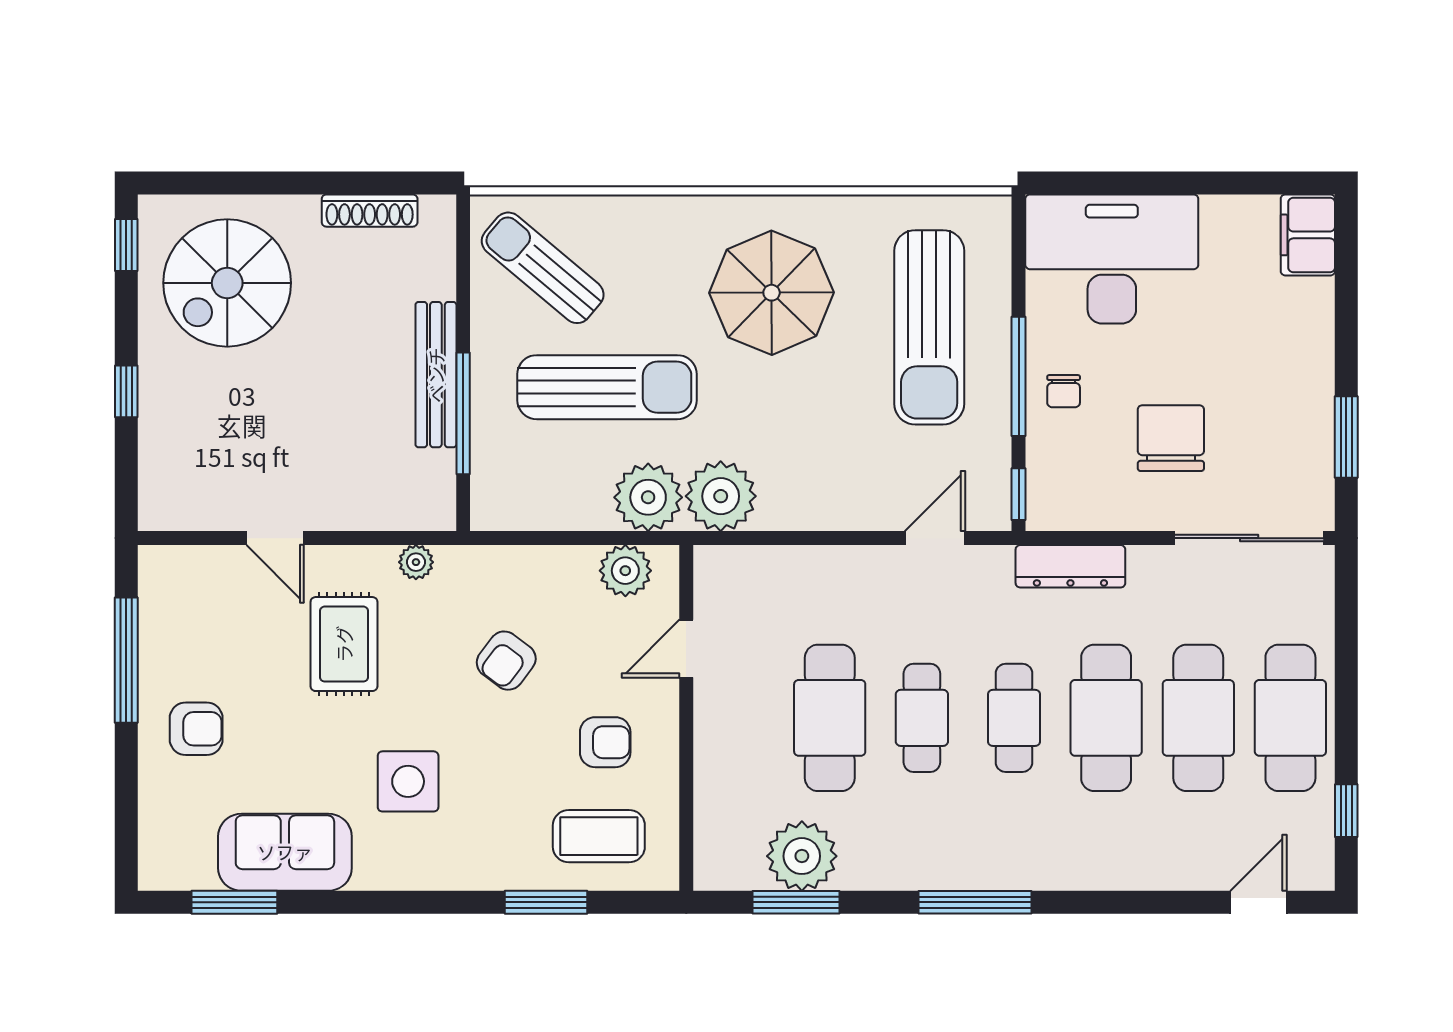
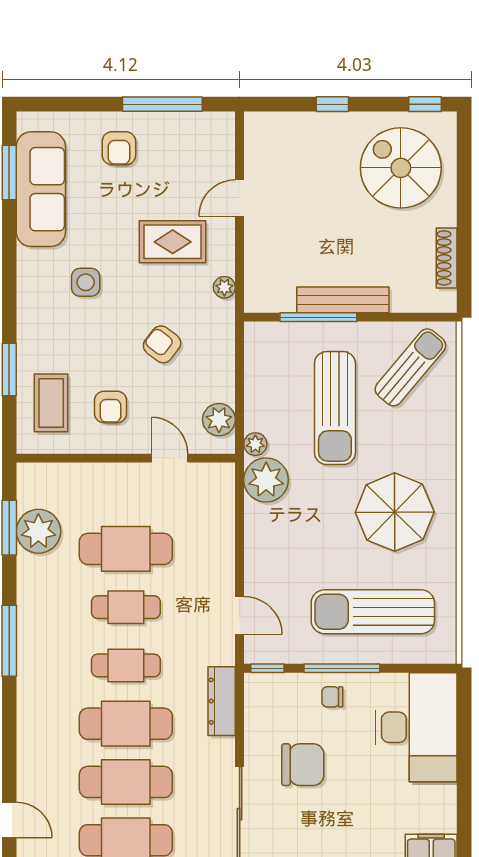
plant: (648, 497) -> (255, 444), width x0.53, depth x0.53
side table: (408, 781) -> (86, 282), width x0.73, depth x0.73
sofa: (285, 852) -> (41, 189), width x1.36

